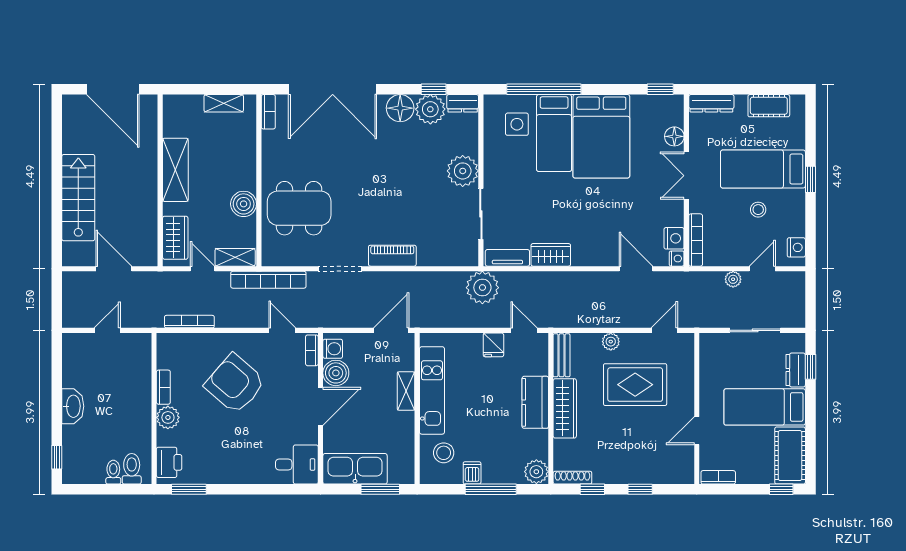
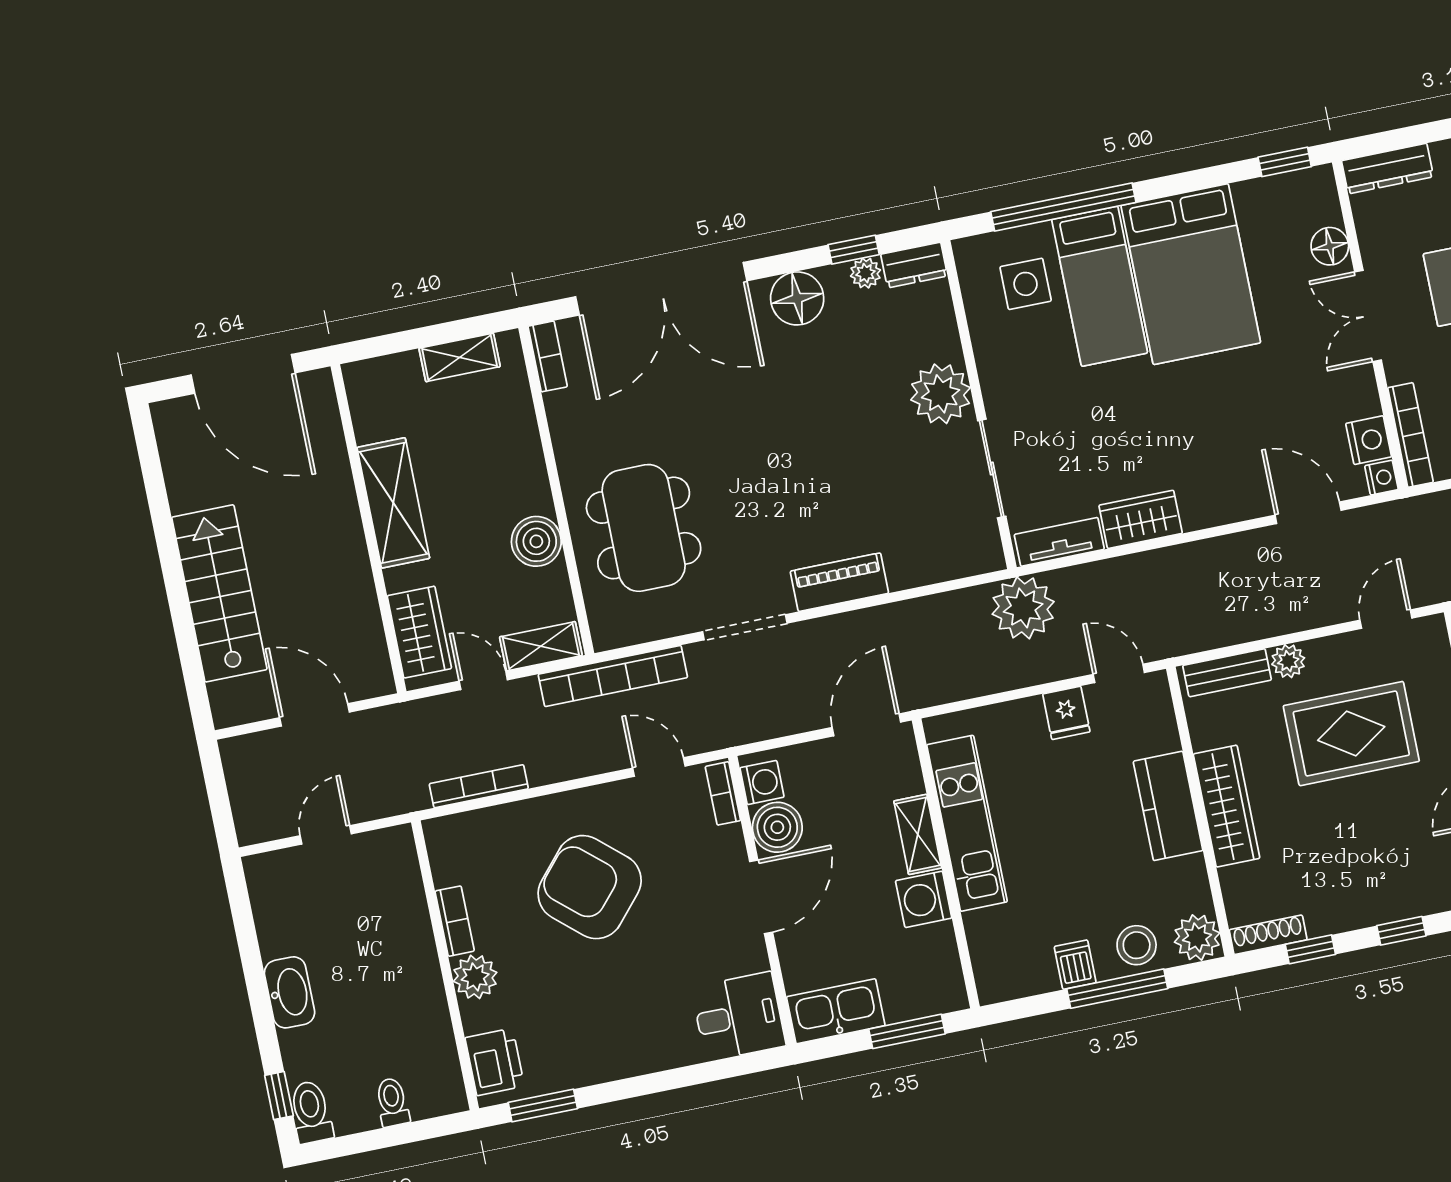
plant: (430, 109) -> (865, 273), width x0.53, depth x0.53
dining table: (299, 208) -> (644, 528), turned 90
bench: (562, 355) -> (1227, 673), moved, turned 90
washing machine: (402, 424) -> (924, 899), added
stool: (444, 453) -> (1137, 945), moved
toilet: (132, 469) -> (311, 1112), moved
kitchen sink: (355, 469) -> (836, 1011), width x0.73, depth x0.81

